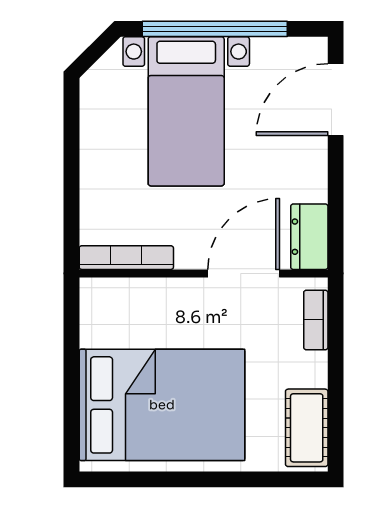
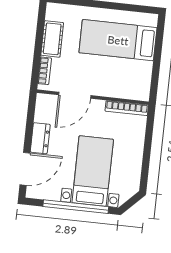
dresser: (309, 237) -> (40, 138), moved
bed: (162, 405) -> (118, 40), width x0.67
cot: (307, 428) -> (52, 39), moved

